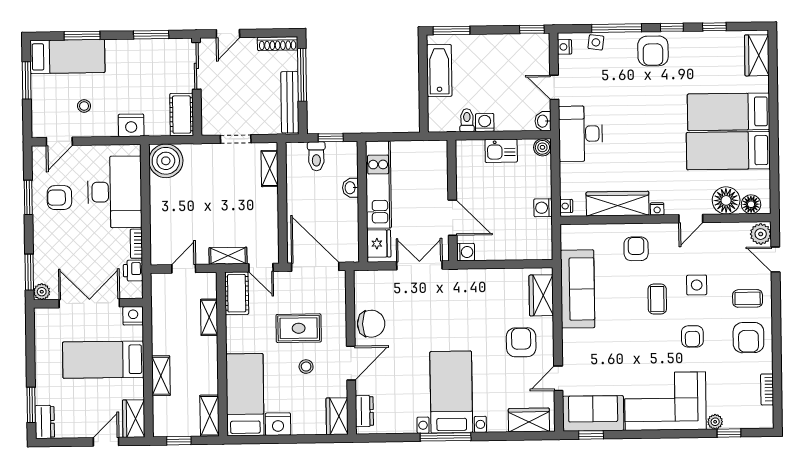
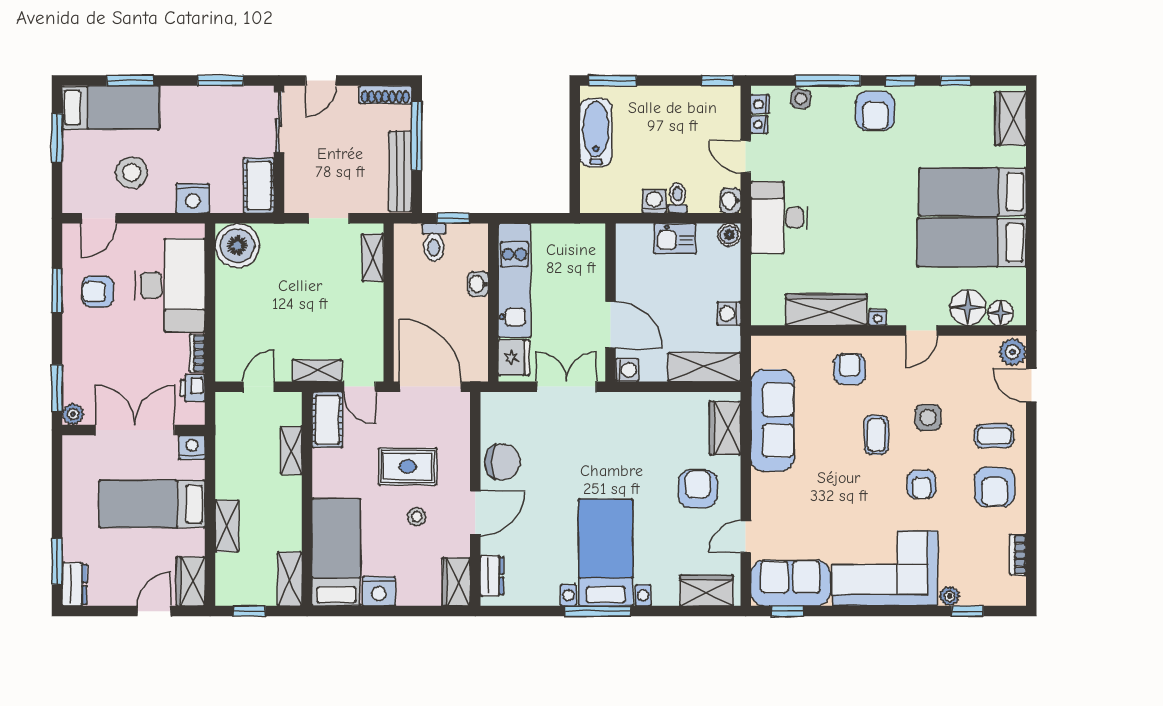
stool: (84, 106) -> (132, 172), width x1.89, depth x1.89
toilet: (467, 120) -> (678, 198), moved
nightstand: (566, 206) -> (759, 125), moved
shelving: (525, 249) -> (704, 367), added

